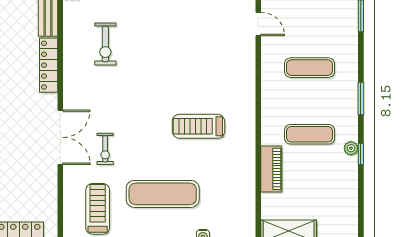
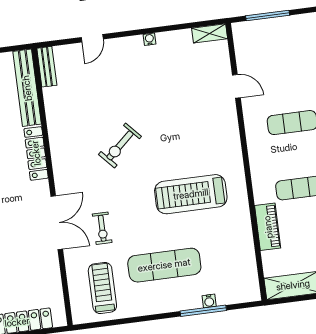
exercise bike: (105, 44) -> (120, 145), moved, turned 48
treadmill: (198, 126) -> (191, 194), width x1.37, depth x1.38

